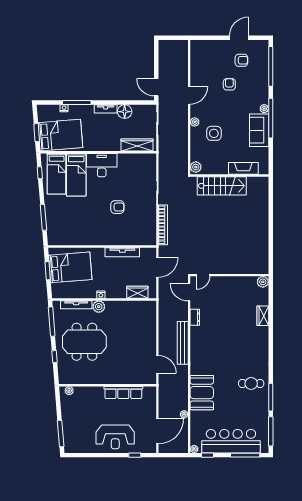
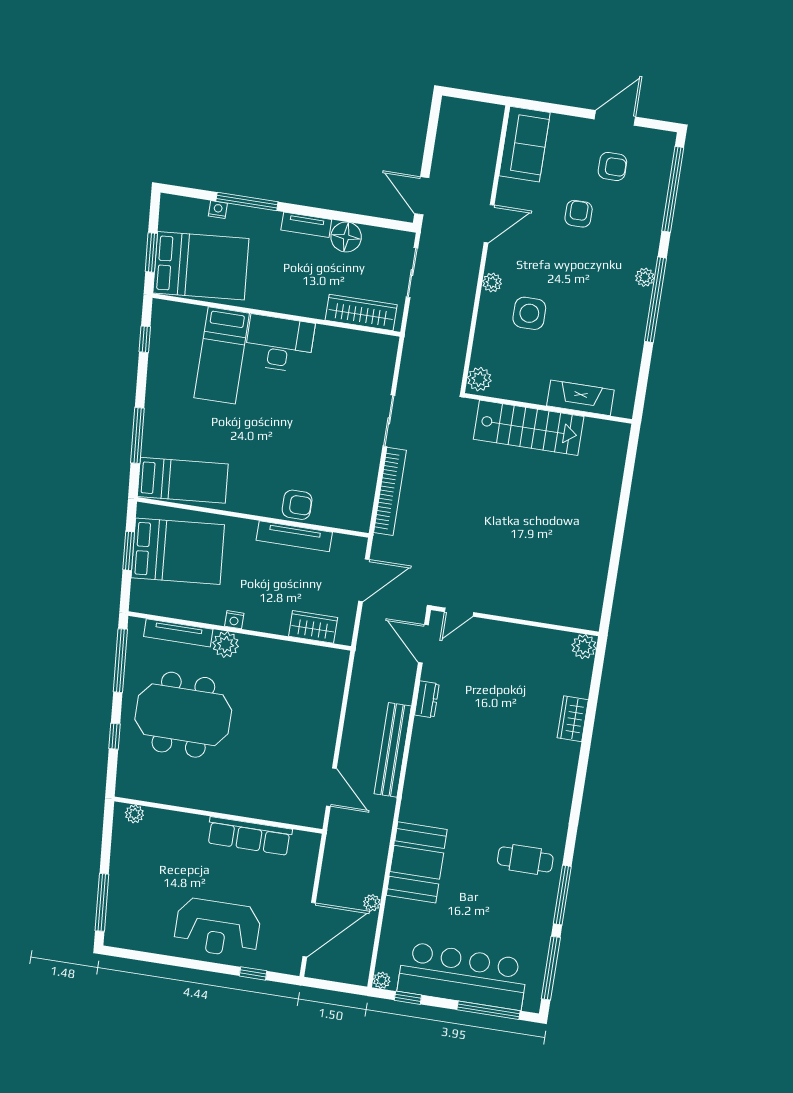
sofa: (259, 130) -> (525, 144), moved, turned 180
bed: (57, 174) -> (183, 480), moved, turned -95
armchair: (117, 207) -> (297, 505), moved

